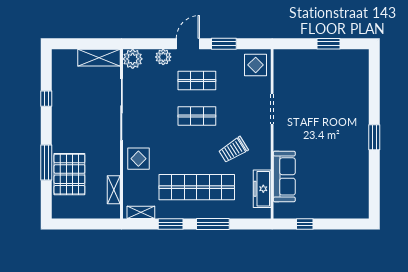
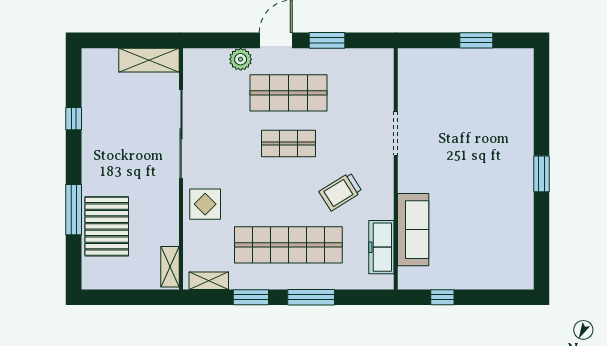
plant: (133, 59) -> (197, 62), removed
display table: (256, 65) -> (372, 71), removed
shop shelf: (197, 81) -> (288, 93), width x1.43, depth x1.36
shelving: (114, 190) -> (170, 267), moved

